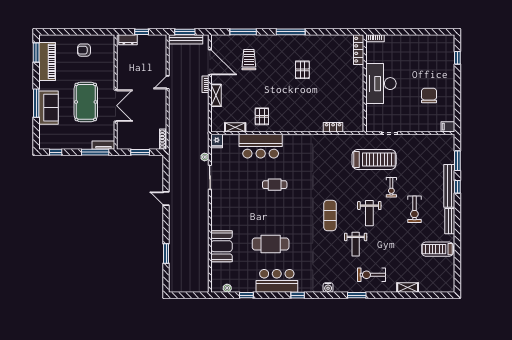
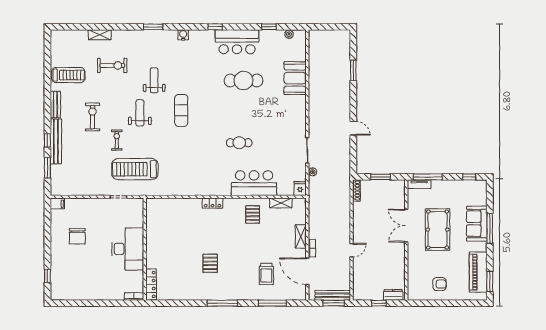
locker: (333, 127) -> (213, 203), moved
exercise bike: (371, 275) -> (112, 65), moved

